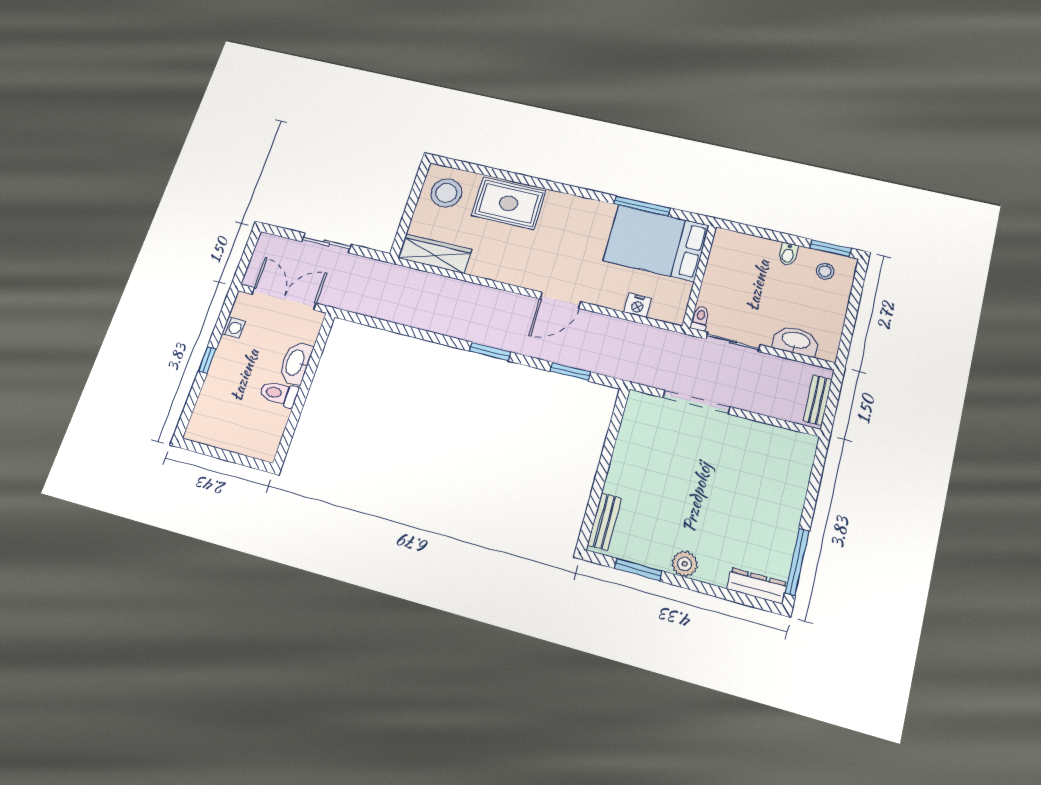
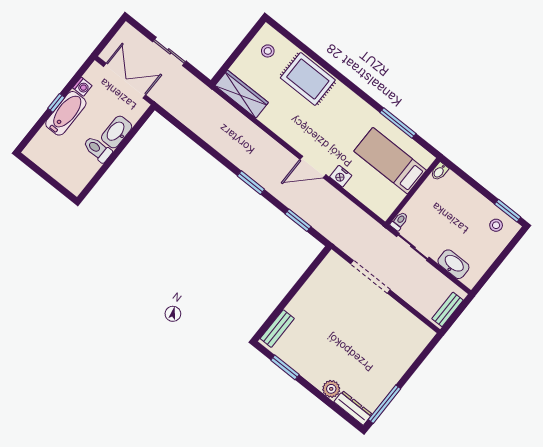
stool: (446, 193) -> (268, 51), width x0.53, depth x0.53
bed: (656, 243) -> (390, 161), width x0.67
bidet: (788, 254) -> (439, 171), moved
nightstand: (638, 305) -> (341, 176), moved
bathtub: (224, 367) -> (66, 113), added
plant: (685, 564) -> (331, 389), moved

